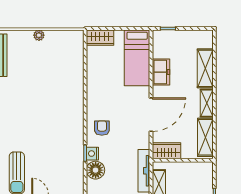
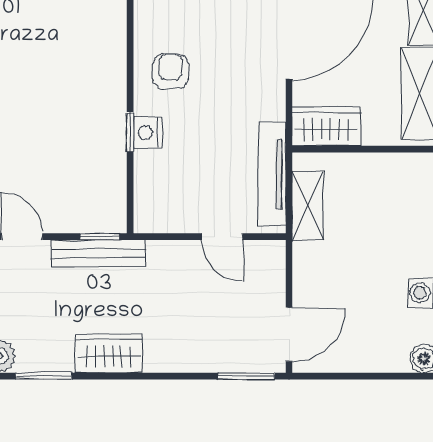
floor lamp: (96, 170) -> (155, 173), removed

